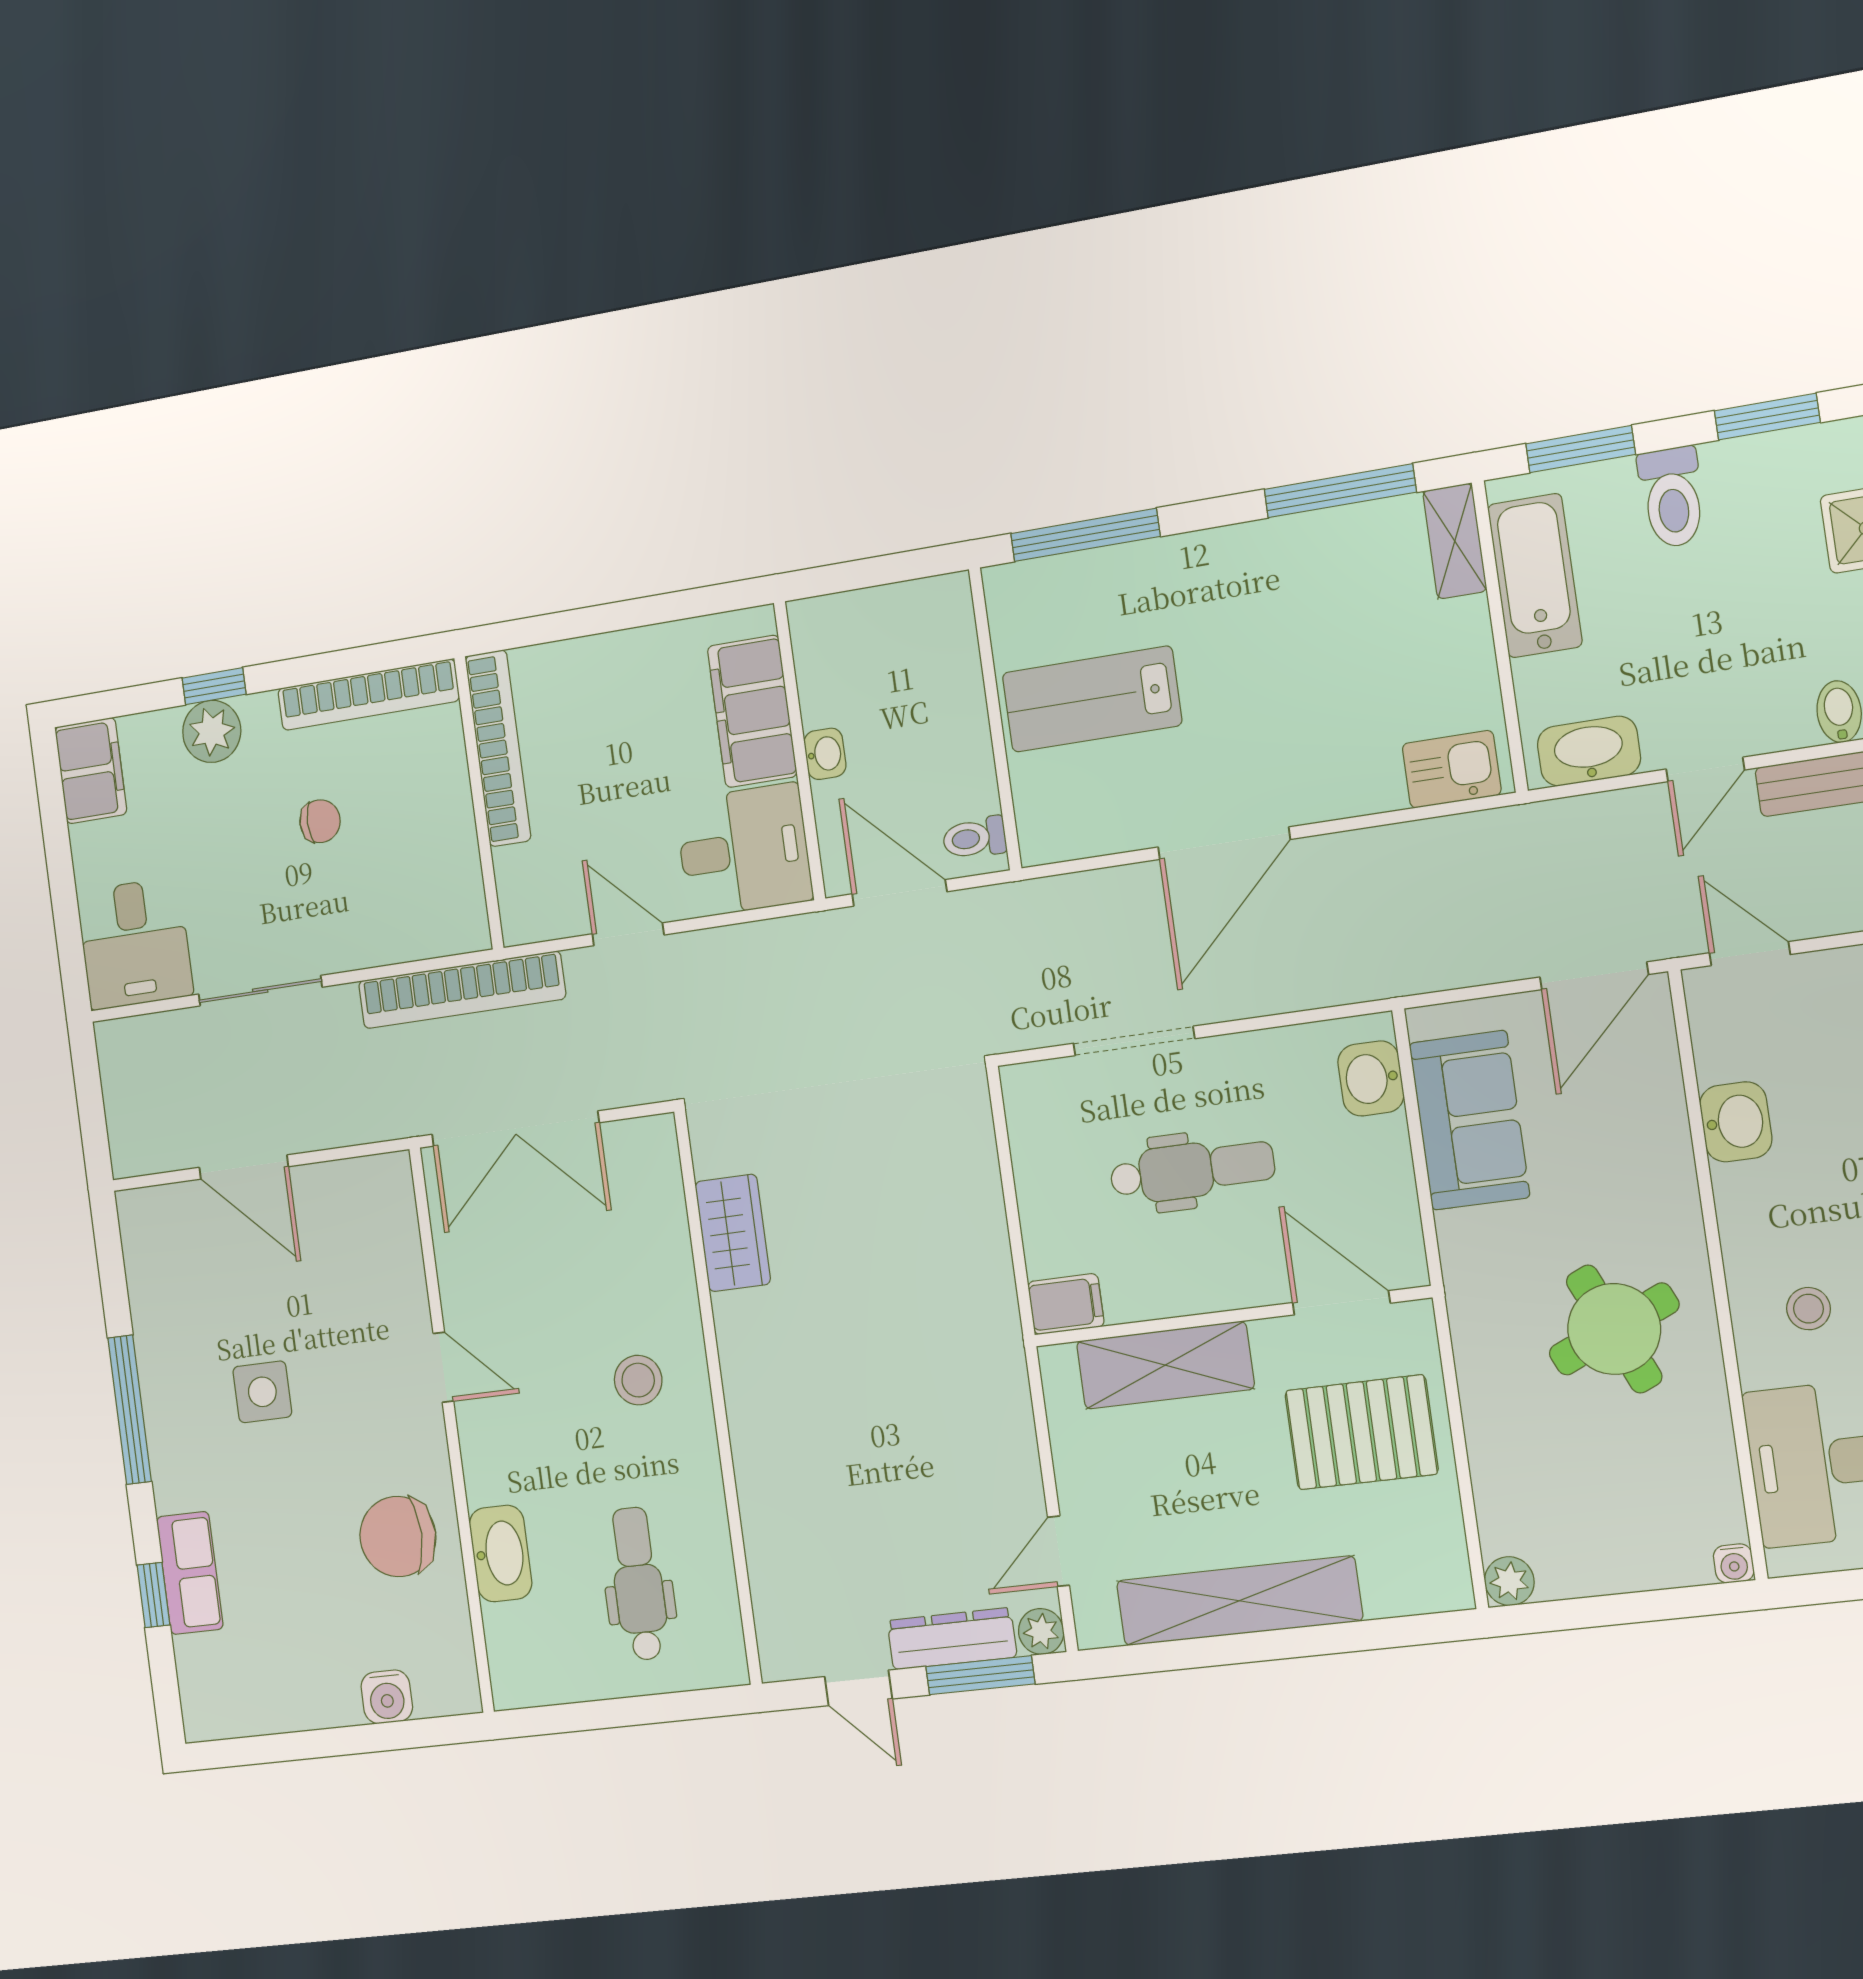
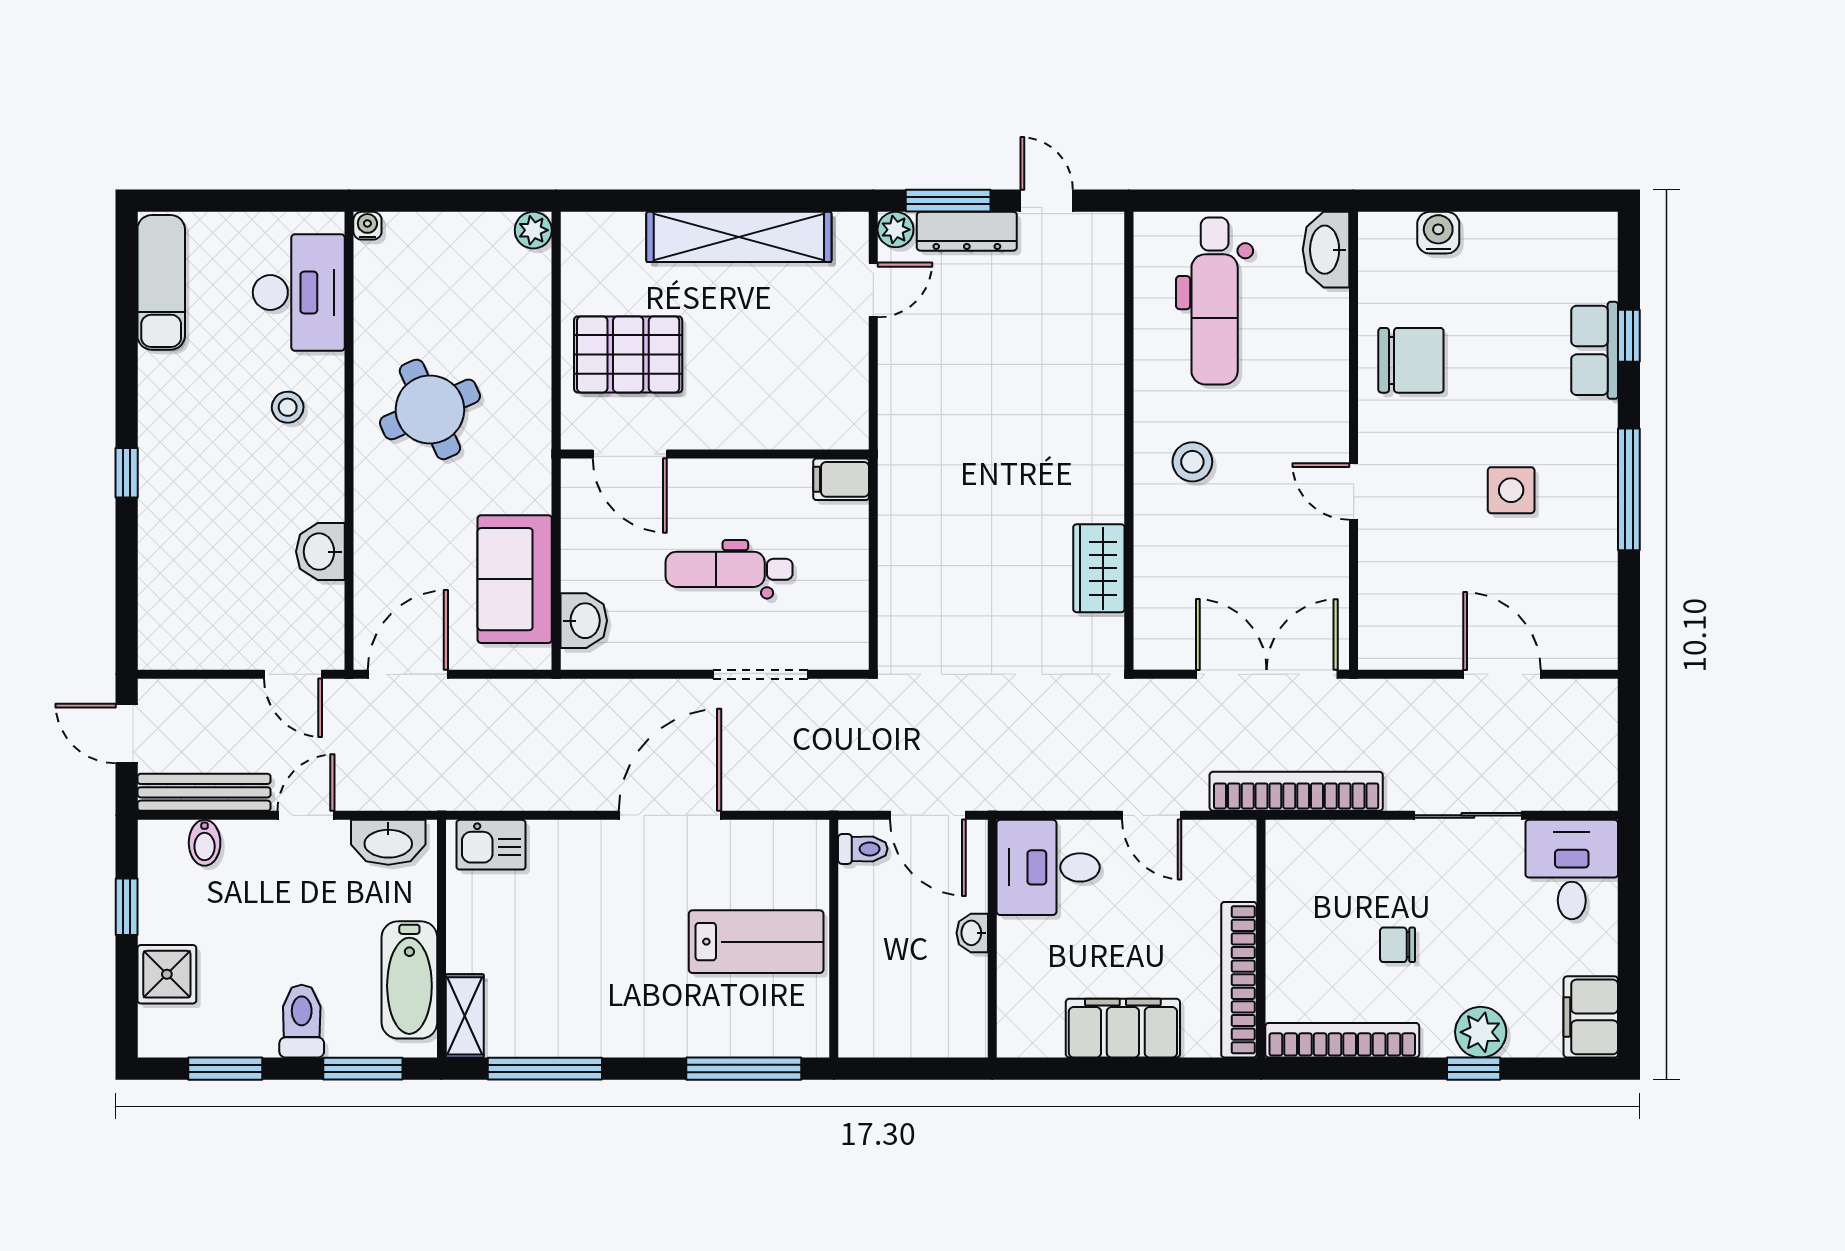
filing cabinet: (752, 711) -> (1123, 1028), moved, turned -90
shelving: (1165, 1365) -> (771, 423), removed
washbasin: (501, 1553) -> (1326, 250), moved
dental chair: (638, 1584) -> (1215, 301), width x1.36, depth x1.38

